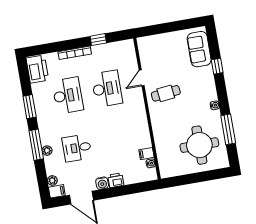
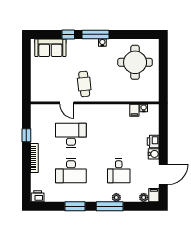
printer: (37, 69) -> (38, 196), width x0.53, depth x0.68
desk: (68, 95) -> (71, 171), turned 180
window: (228, 129) -> (95, 34), moved

